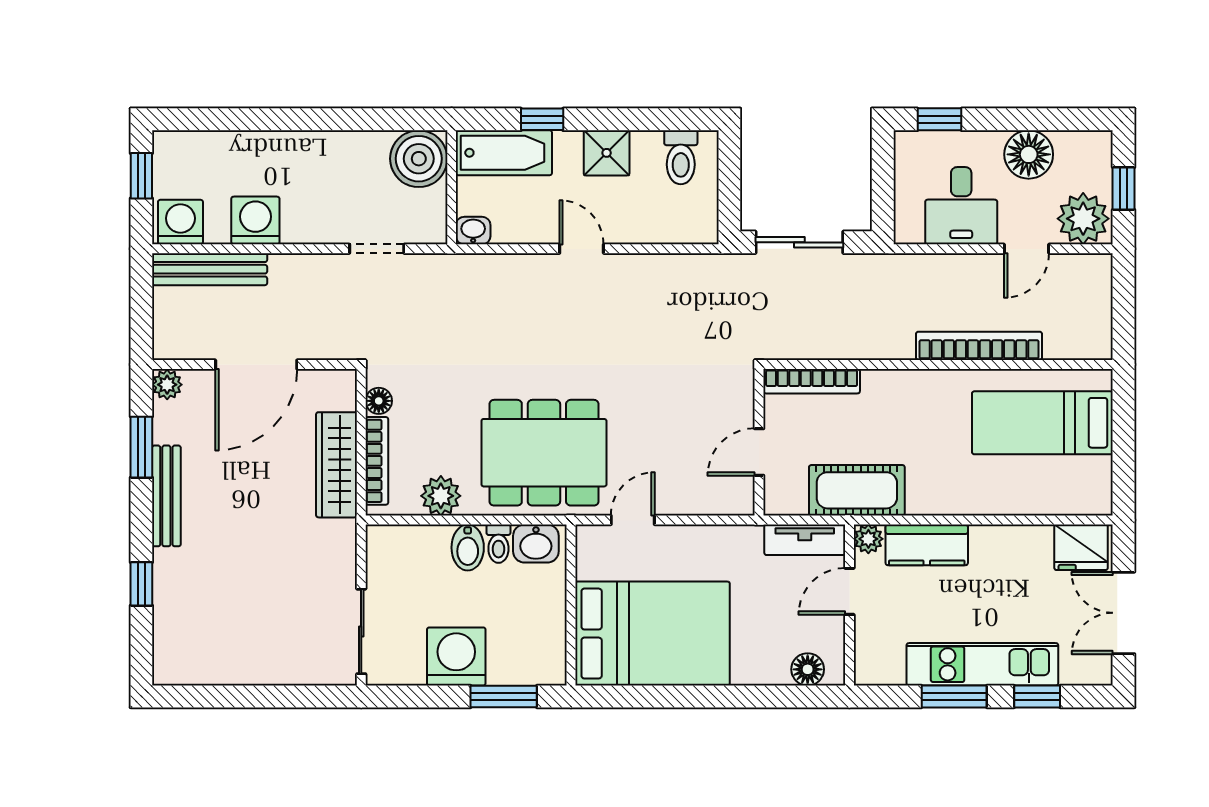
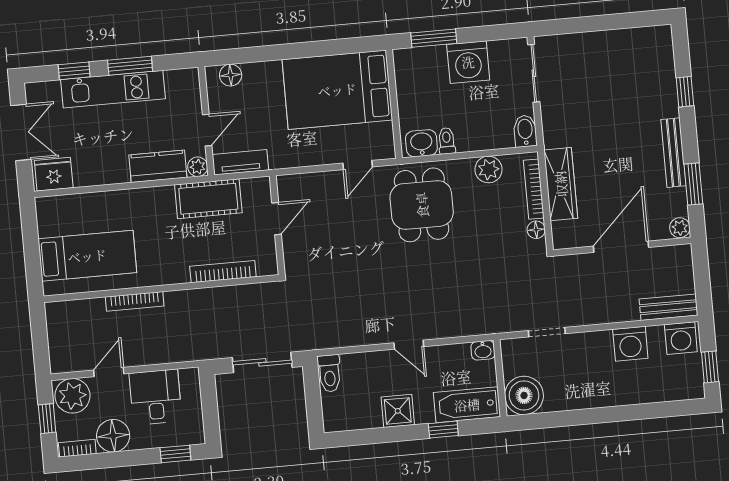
bookcase: (1083, 141) -> (77, 448), added
toilet: (681, 157) -> (329, 373), moved, turned 180
bench: (210, 269) -> (669, 307), width x0.73
bookcase: (979, 346) -> (135, 301), width x0.68, depth x0.76
bookcase: (812, 381) -> (223, 272), moved
dining table: (544, 453) -> (422, 205), width x0.73
bidet: (468, 548) -> (525, 131), moved

